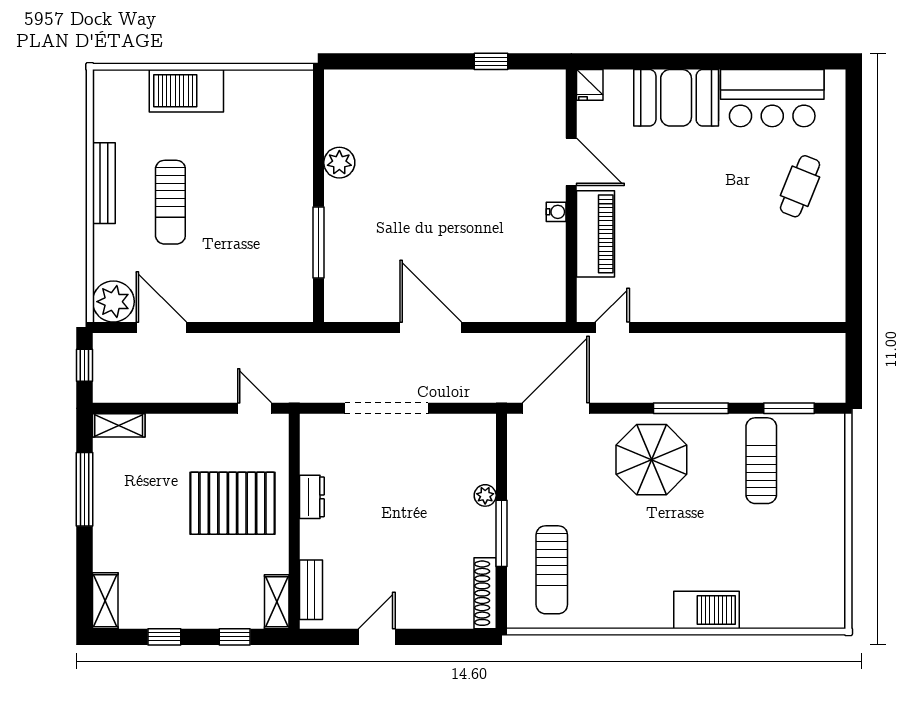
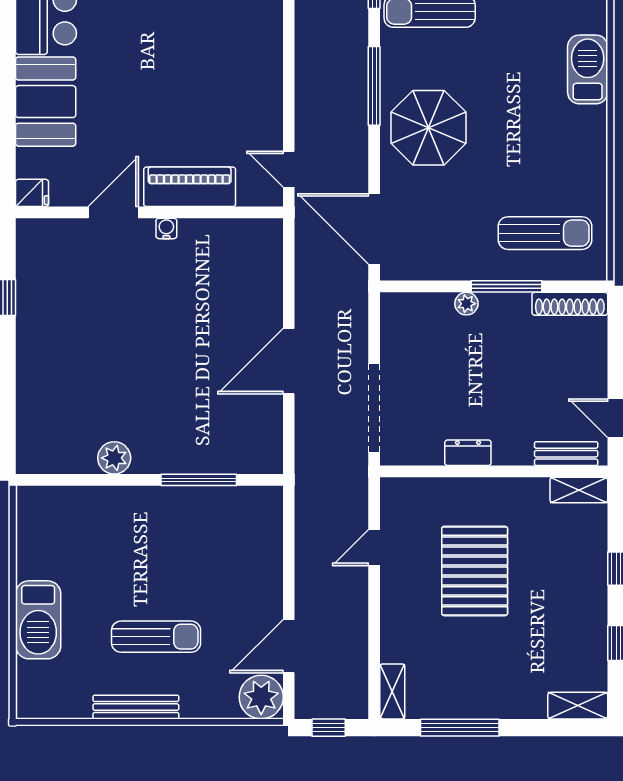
dresser: (312, 497) -> (468, 453), moved
wall: (294, 521) -> (494, 471), moved
bench: (311, 590) -> (566, 454), moved
shelving: (277, 602) -> (579, 490), moved

